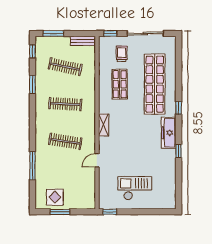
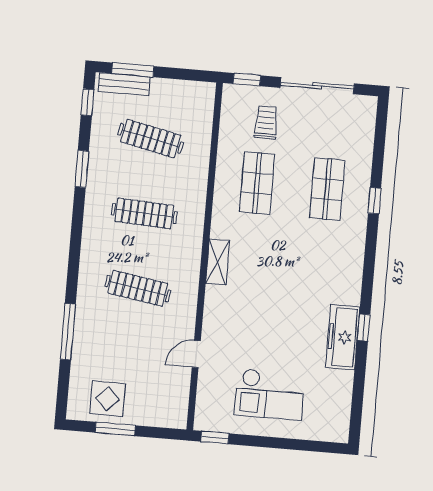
bench: (83, 41) -> (124, 84), moved
shop shelf: (155, 84) -> (327, 189), width x0.50, depth x0.74
window: (179, 108) -> (374, 201), moved
freezer: (169, 133) -> (343, 337), moved
door: (97, 160) -> (196, 354), moved
checkout: (135, 188) -> (269, 394), turned 180

